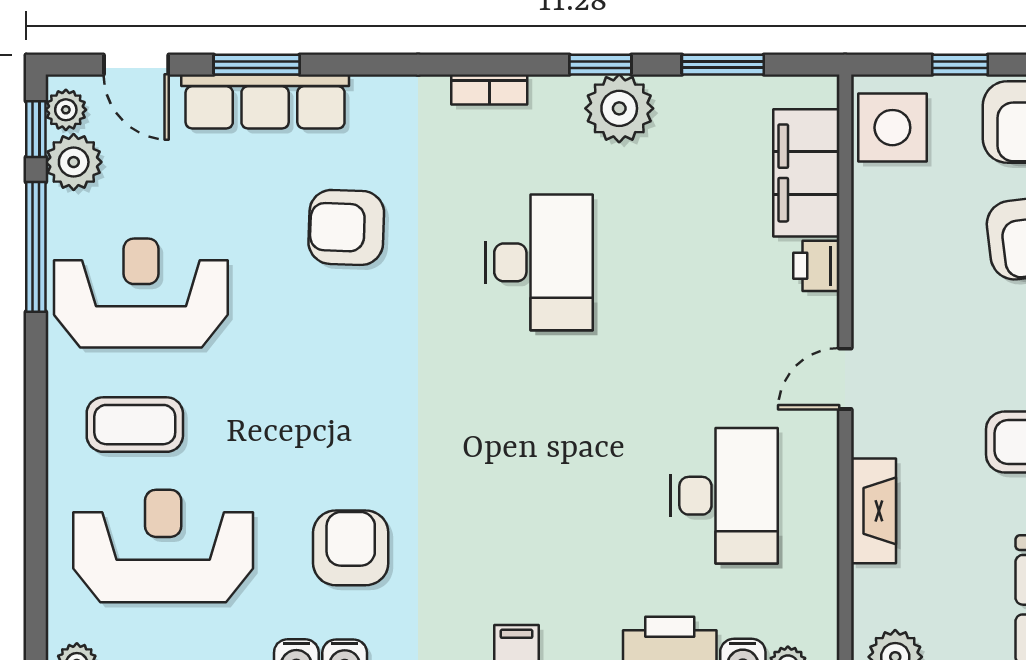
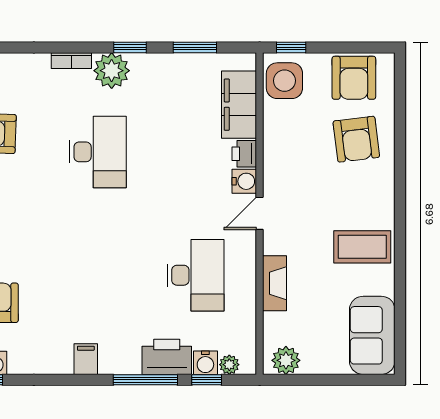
window: (960, 65) -> (291, 47), moved
plant: (619, 108) -> (112, 71), moved
water cooler: (816, 318) -> (244, 181), added

